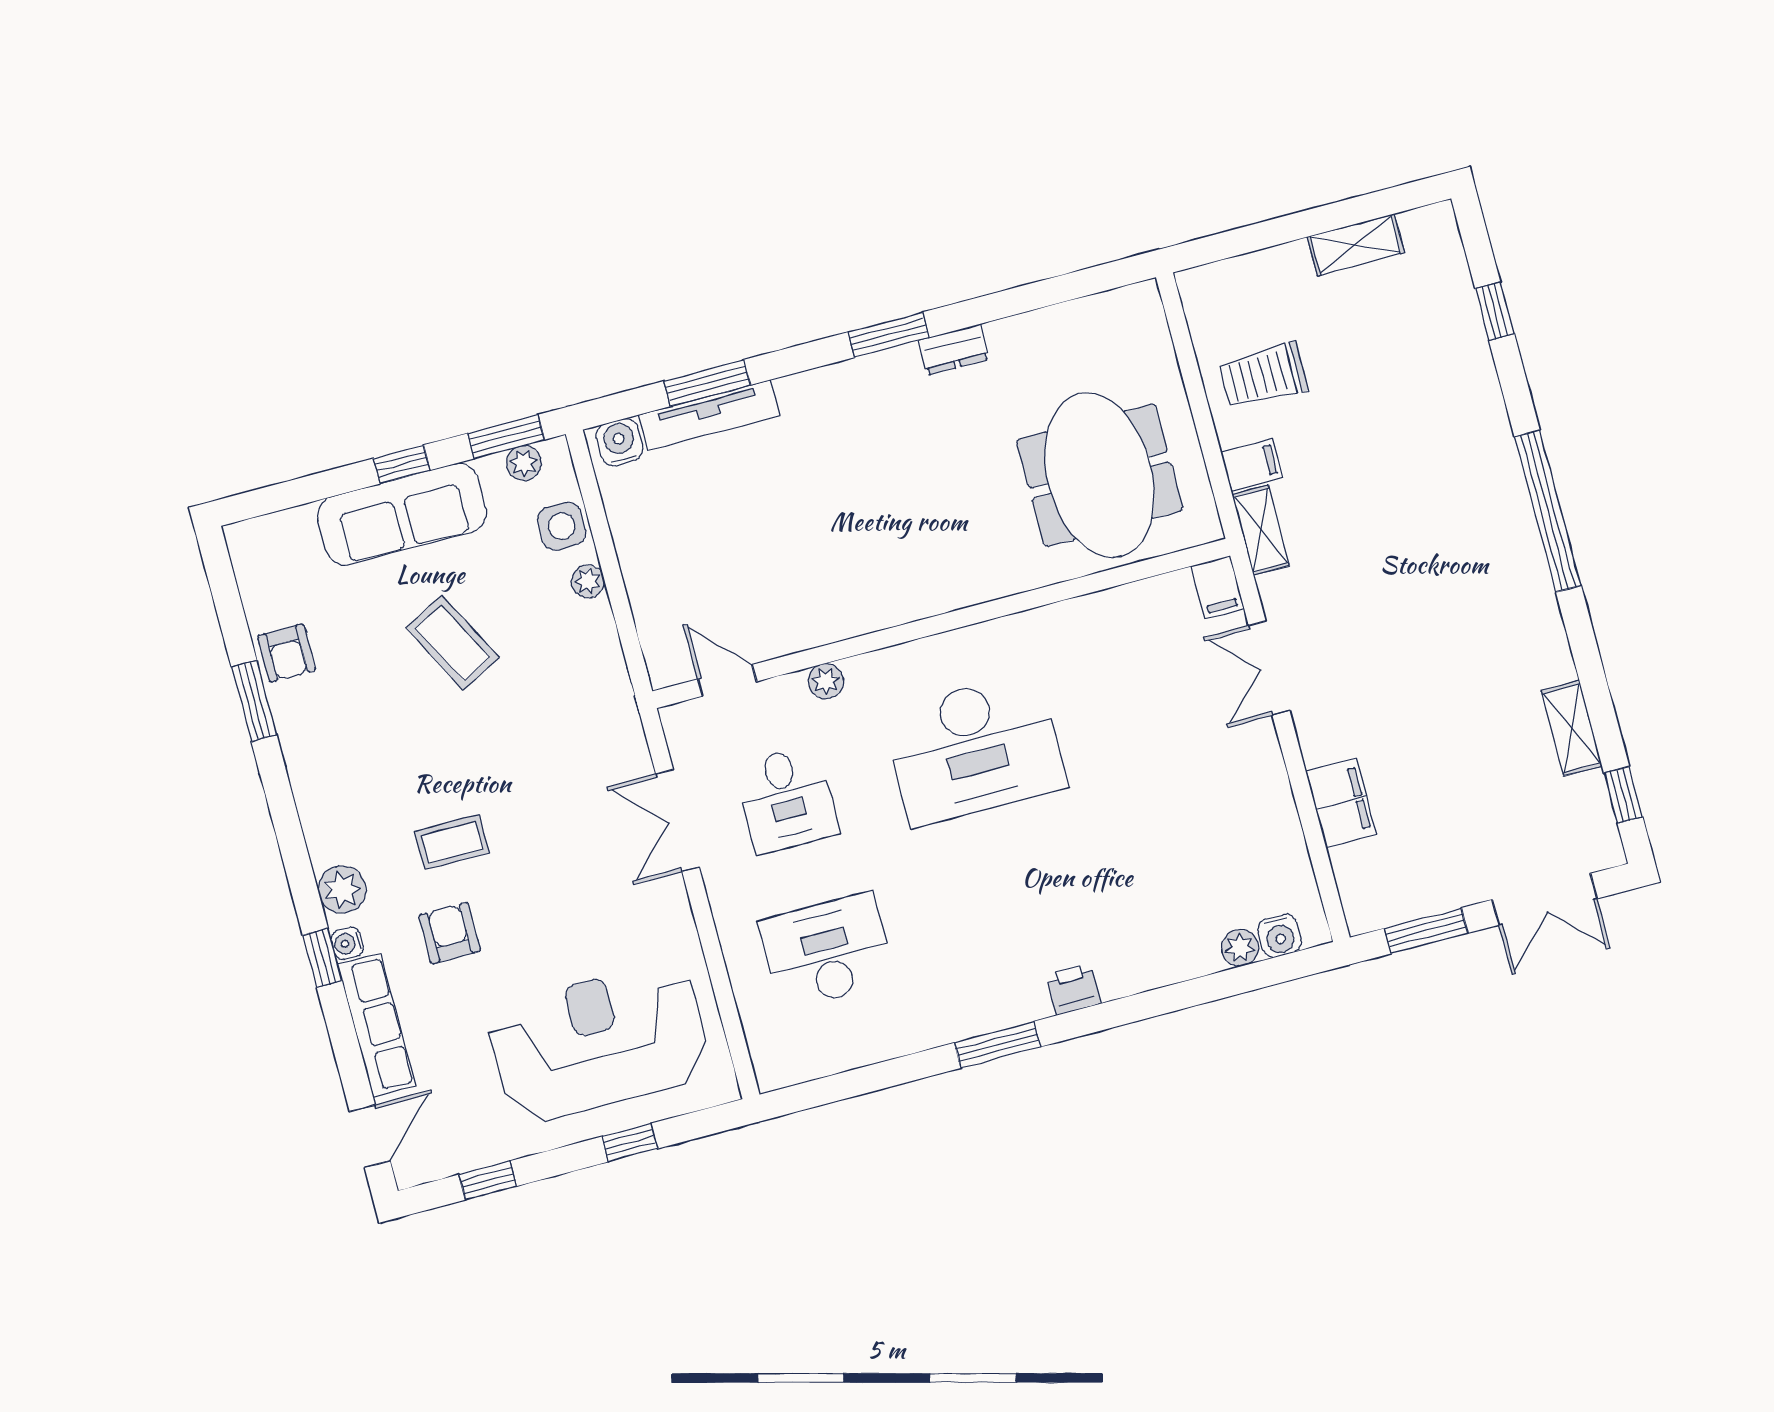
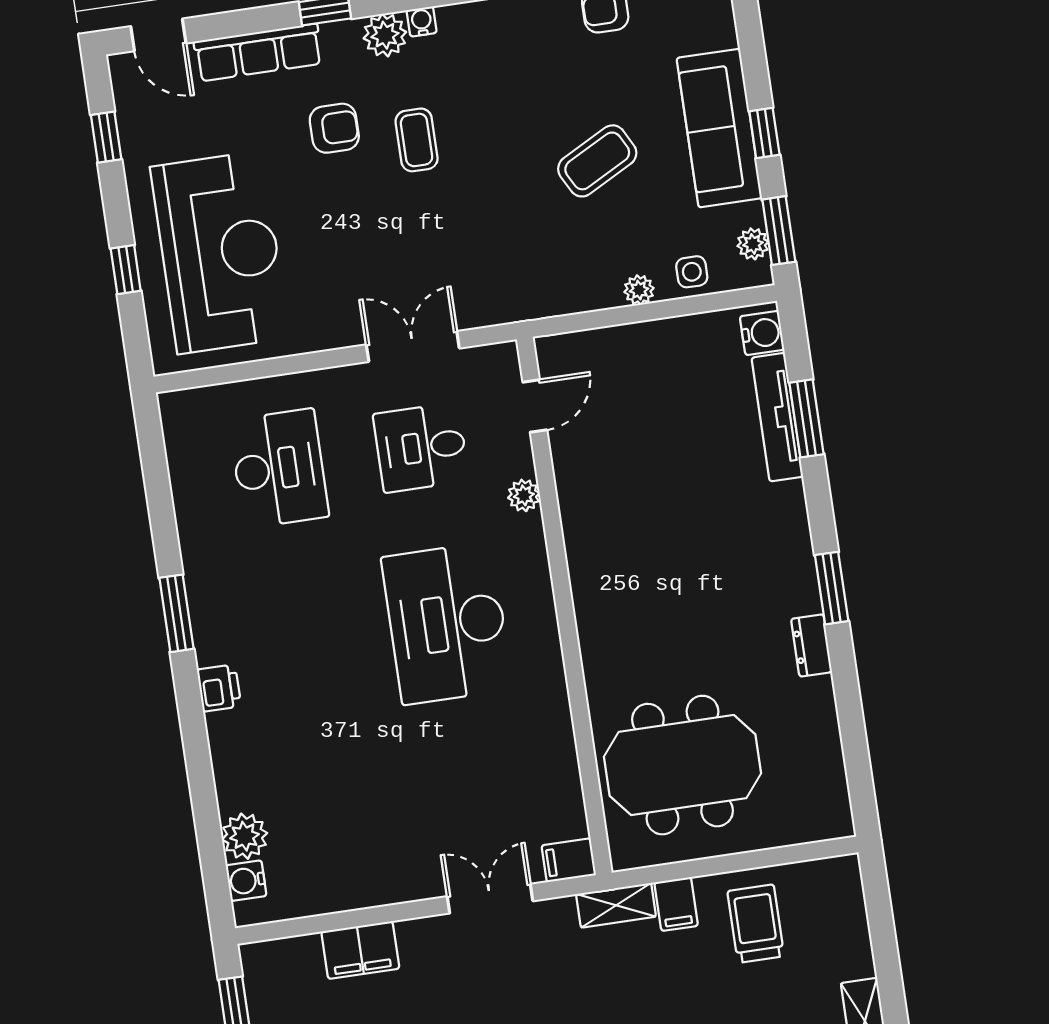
side table: (562, 526) -> (692, 272), width x0.73, depth x0.73
water cooler: (347, 943) -> (422, 21), moved
plant: (1240, 948) -> (245, 836), width x1.38, depth x1.38

